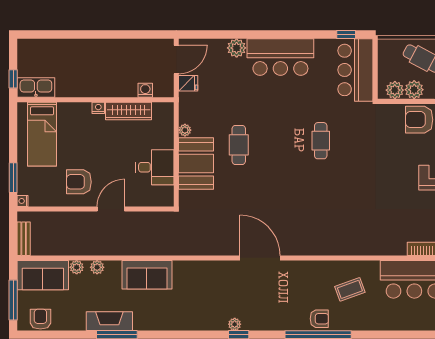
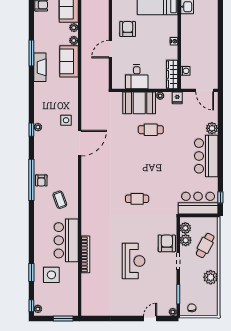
fridge: (188, 83) -> (177, 98), moved
wardrobe: (129, 111) -> (172, 74), moved
cafe table: (321, 141) -> (137, 199), moved
door: (111, 209) -> (110, 49), swing flipped
sofa: (147, 275) -> (69, 61), moved
side table: (224, 280) -> (66, 120), added
fireplace: (109, 321) -> (40, 67), moved

